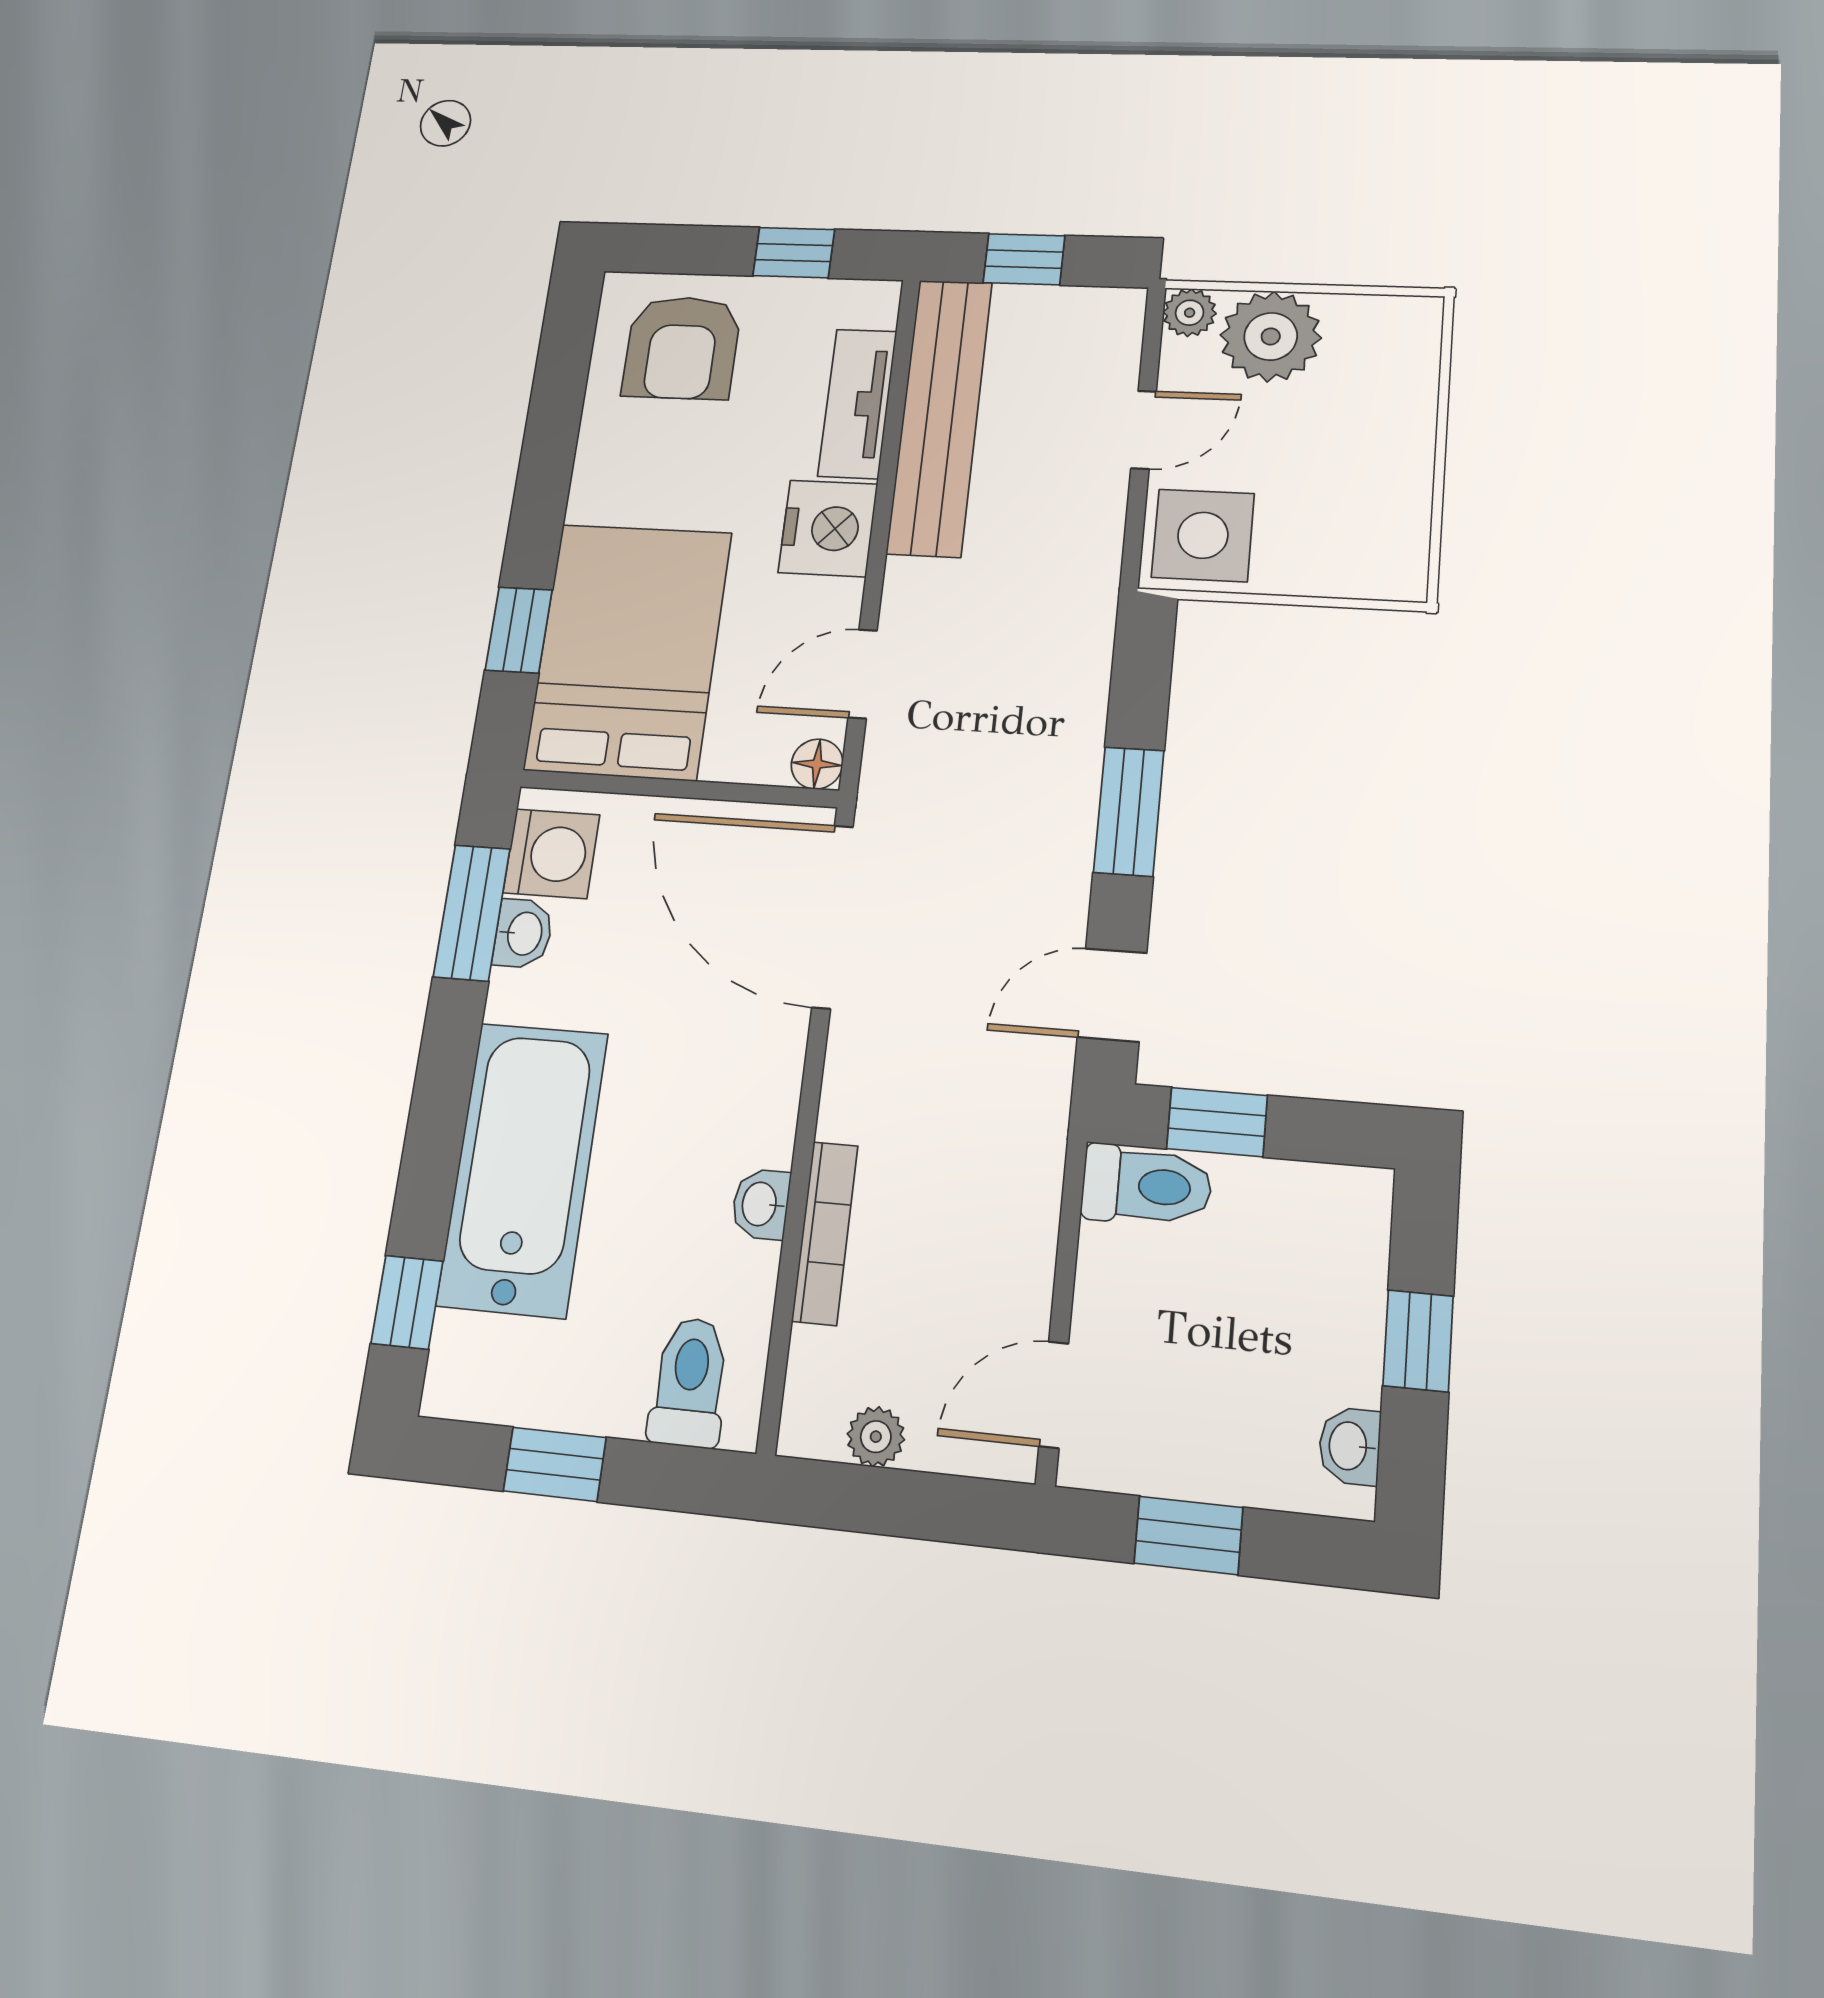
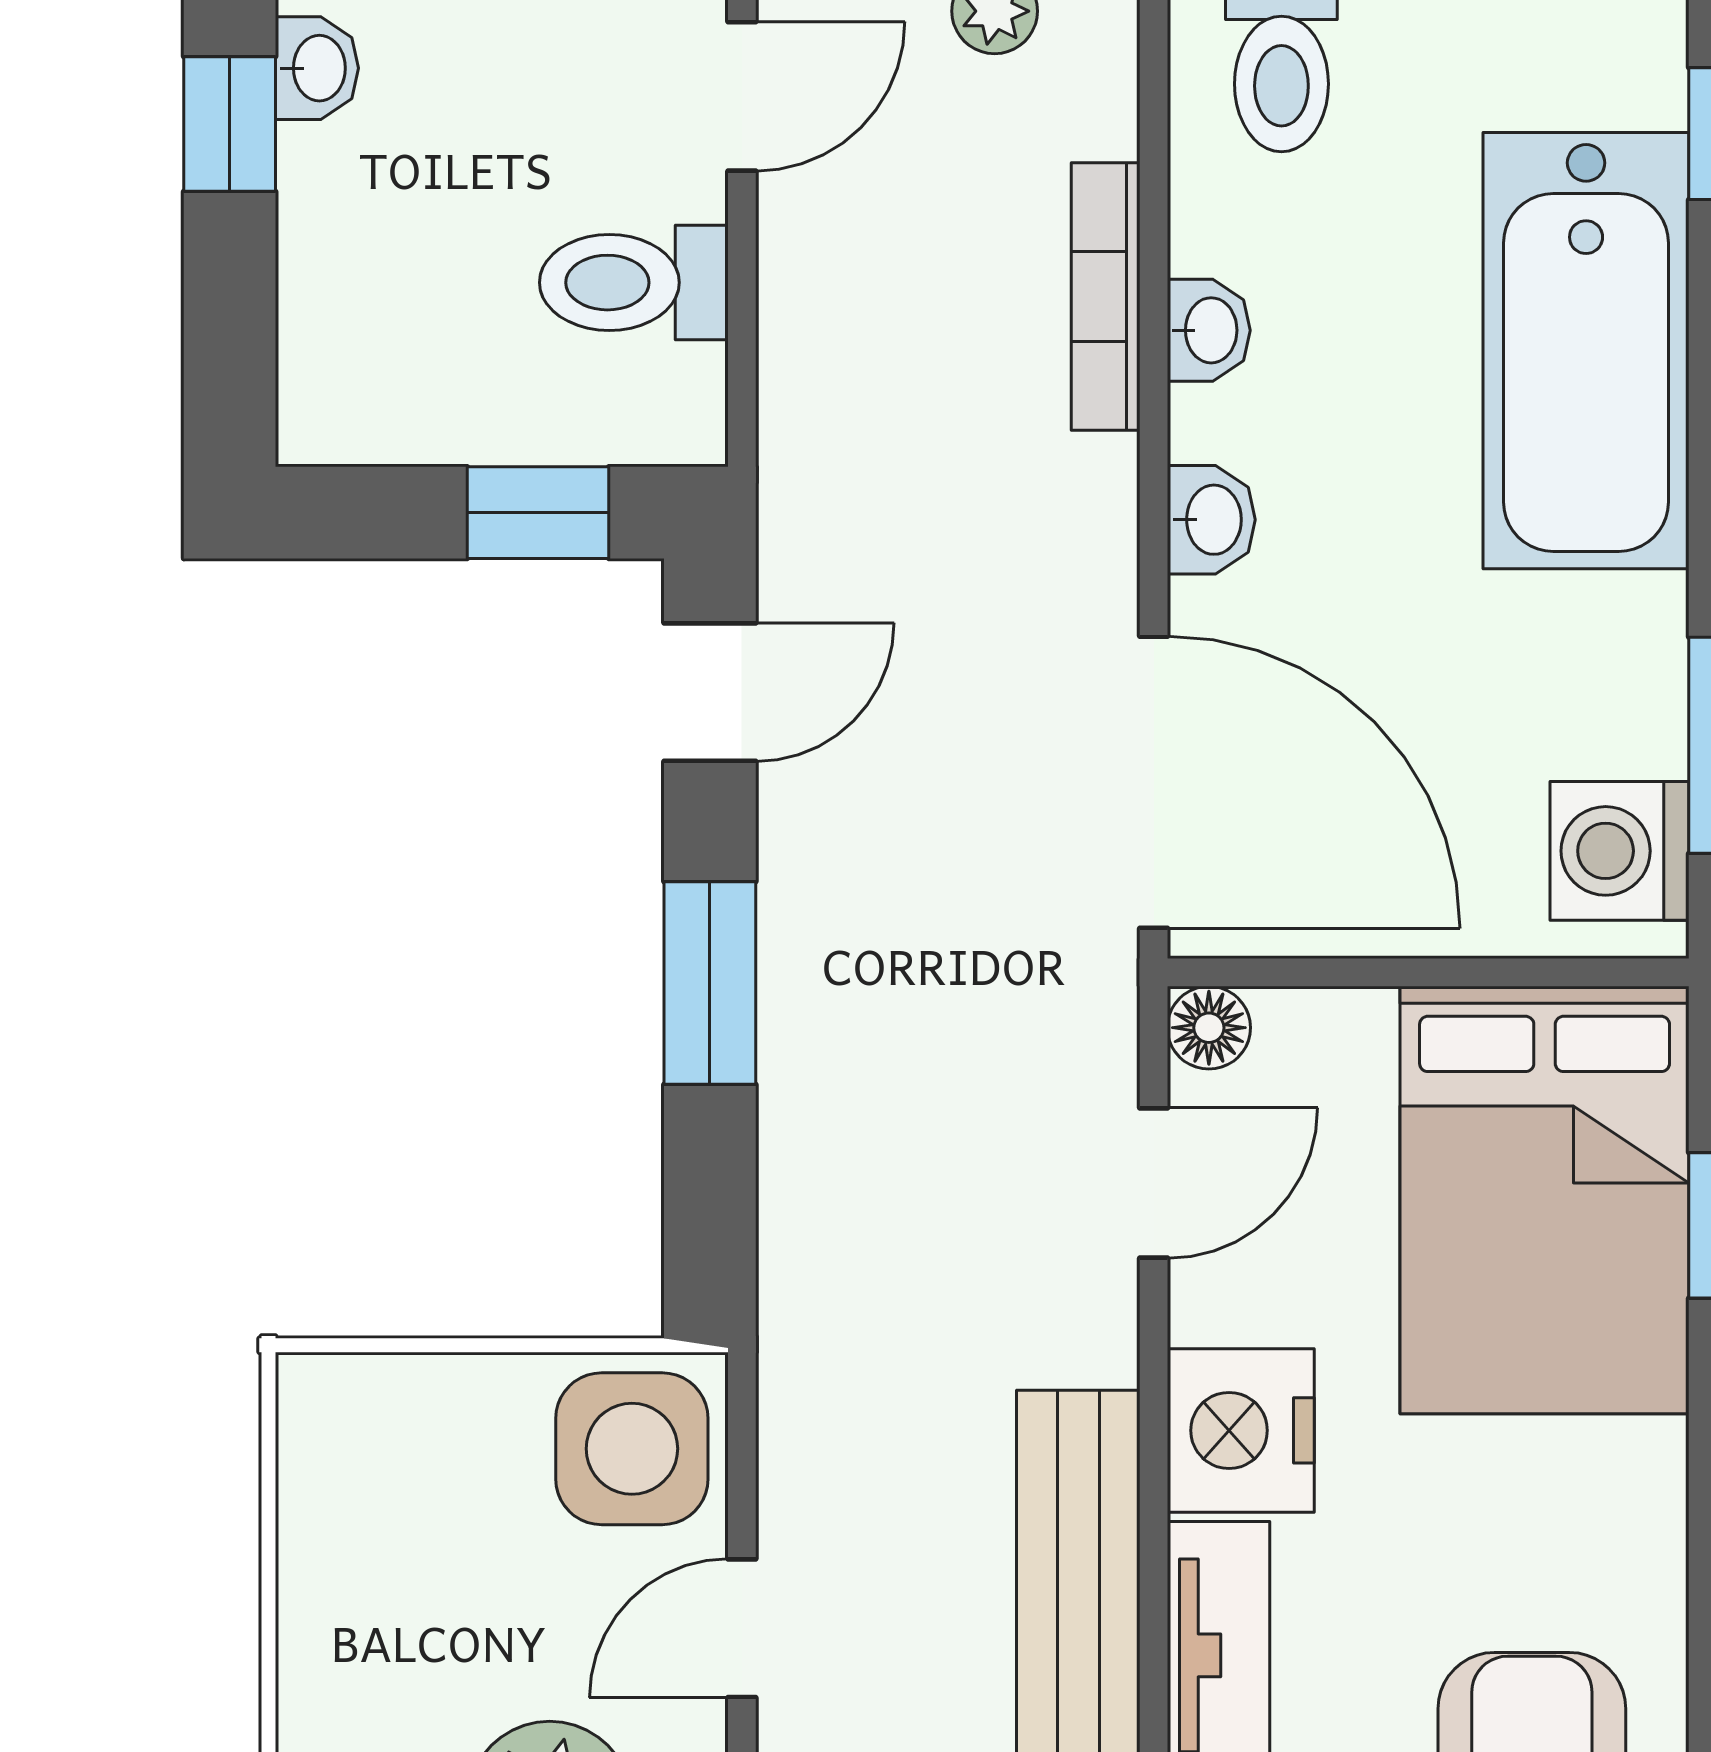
washbasin: (523, 933) -> (1211, 520), moved, turned 180
toilet: (1147, 1186) -> (634, 283), moved
window: (1418, 1341) -> (230, 124), moved

